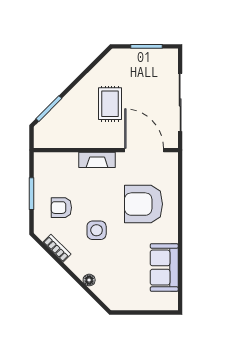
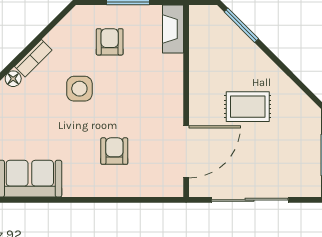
fireplace: (97, 160) -> (173, 29), moved
armchair: (144, 204) -> (114, 151), width x0.53, depth x0.53
bookcase: (57, 248) -> (33, 58), moved

